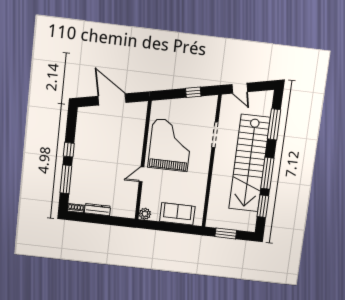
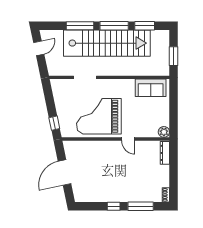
door: (240, 88) -> (39, 48), moved
window: (193, 92) -> (54, 123), moved
window: (274, 124) -> (80, 26), moved
dresser: (97, 209) -> (165, 153), moved
sofa: (177, 214) -> (151, 88), moved, turned -90

